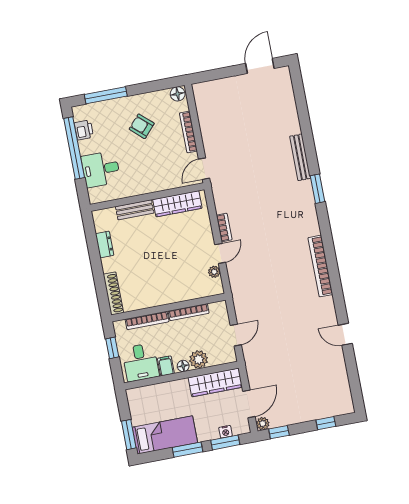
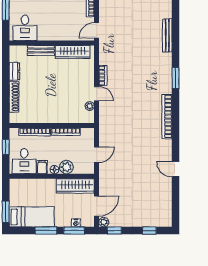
desk: (101, 169) -> (25, 28), moved, turned -90
window: (317, 189) -> (176, 78), moved
door: (220, 253) -> (97, 94), hinge flipped
shoe rack: (113, 293) -> (14, 97), moved

